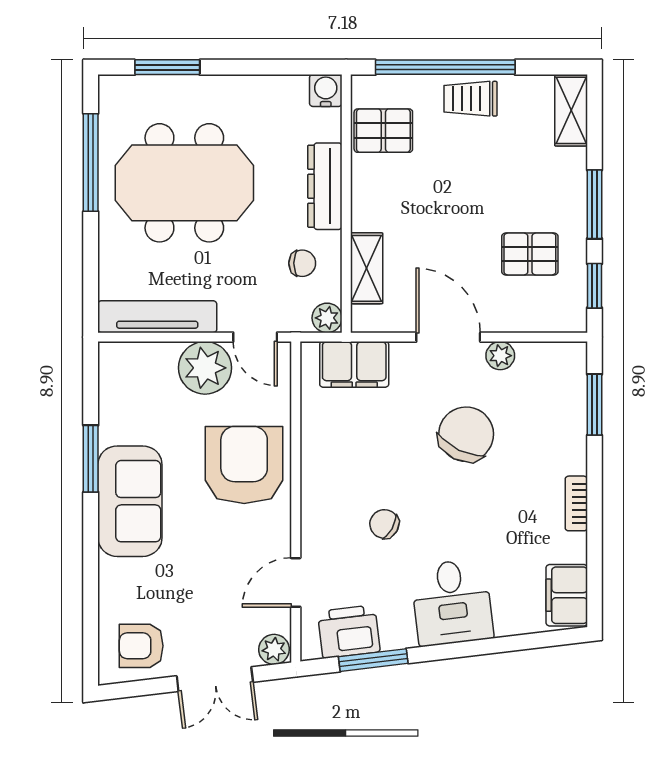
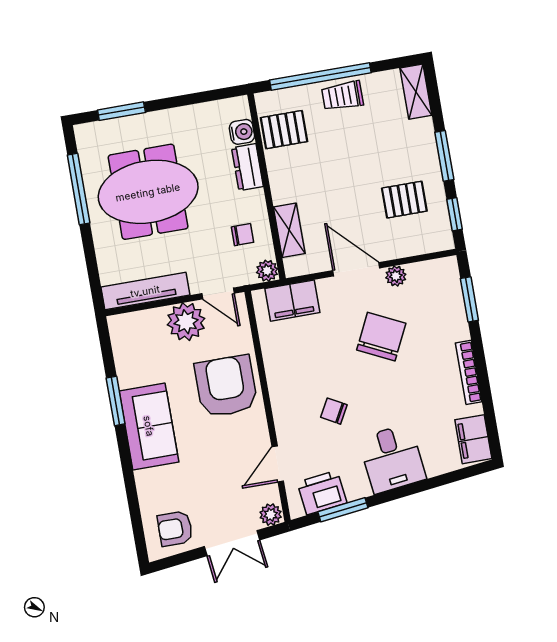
water cooler: (326, 91) -> (242, 132), moved, turned 90
dresser: (325, 186) -> (247, 167), width x0.70
bookcase: (576, 503) -> (469, 372), width x1.56

